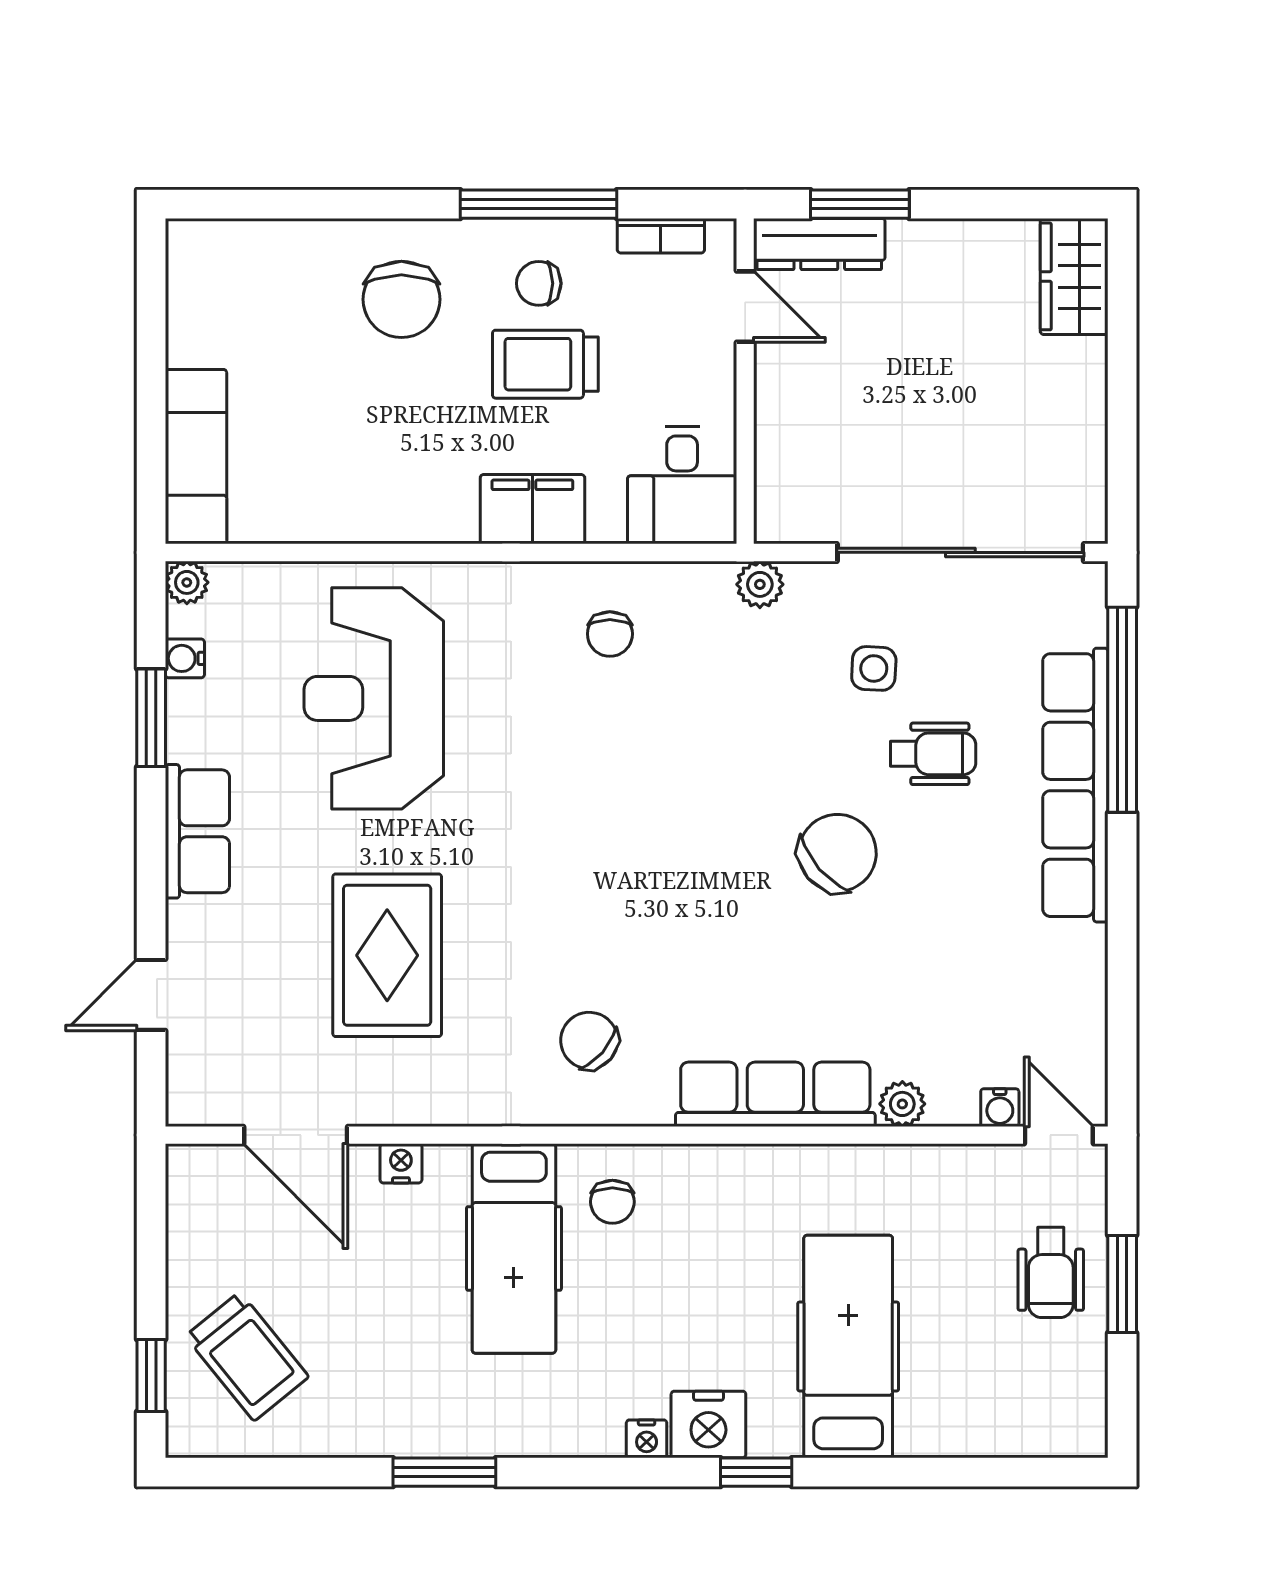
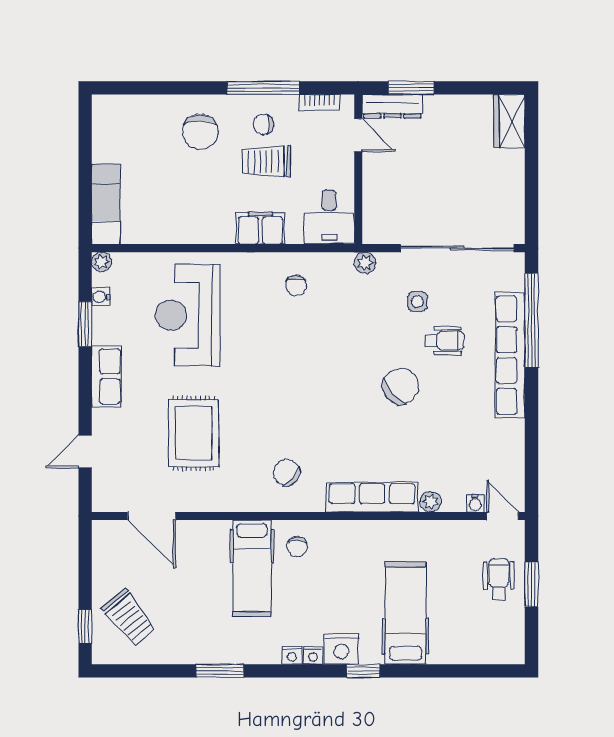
nightstand: (401, 1163) -> (292, 655), moved, turned 180
wheelchair: (1051, 1273) -> (499, 579), turned 180

